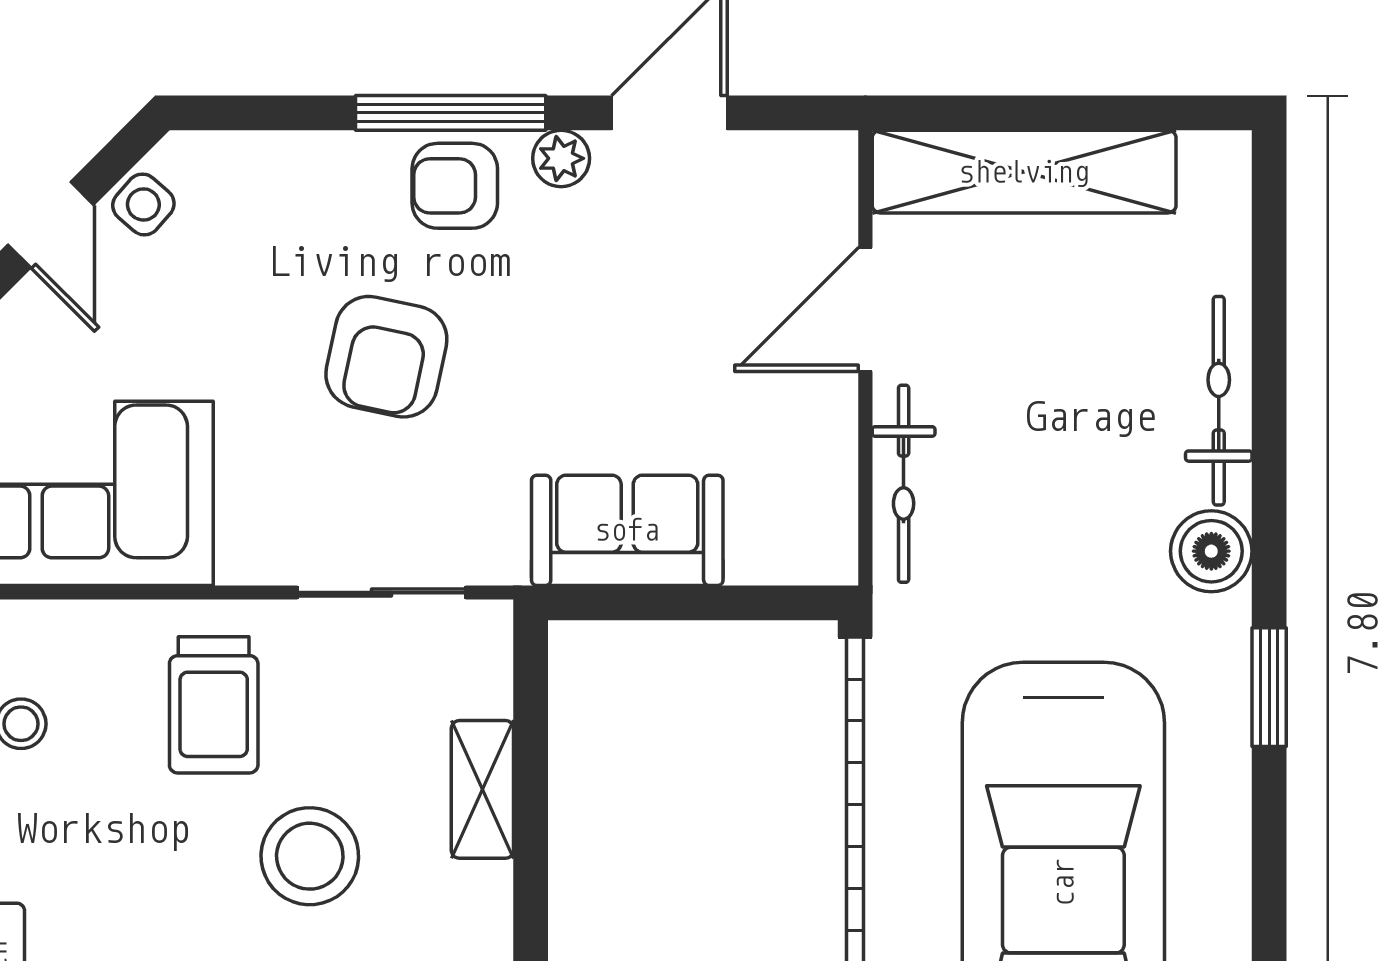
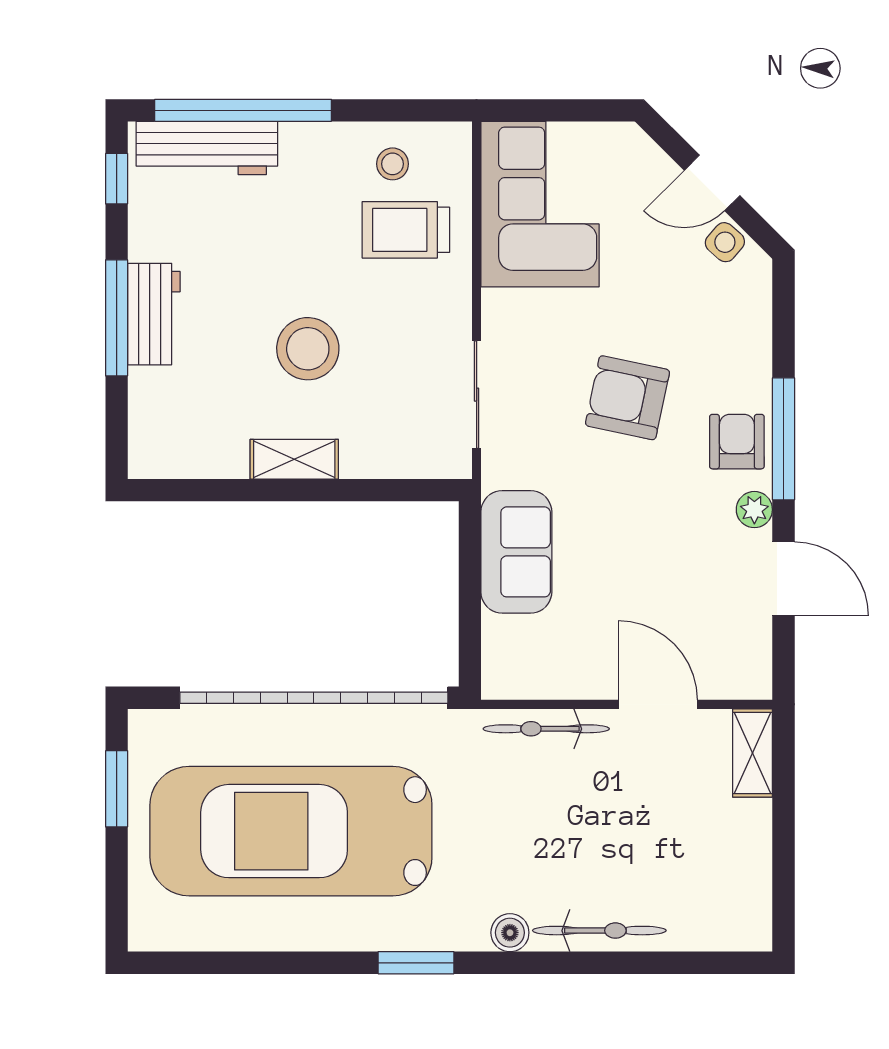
shelving: (1024, 172) -> (753, 753), width x0.45, depth x0.75
boiler: (1211, 551) -> (510, 933), width x0.73, depth x0.73
trolley: (214, 705) -> (406, 230), moved
shelving: (482, 789) -> (294, 459), moved

